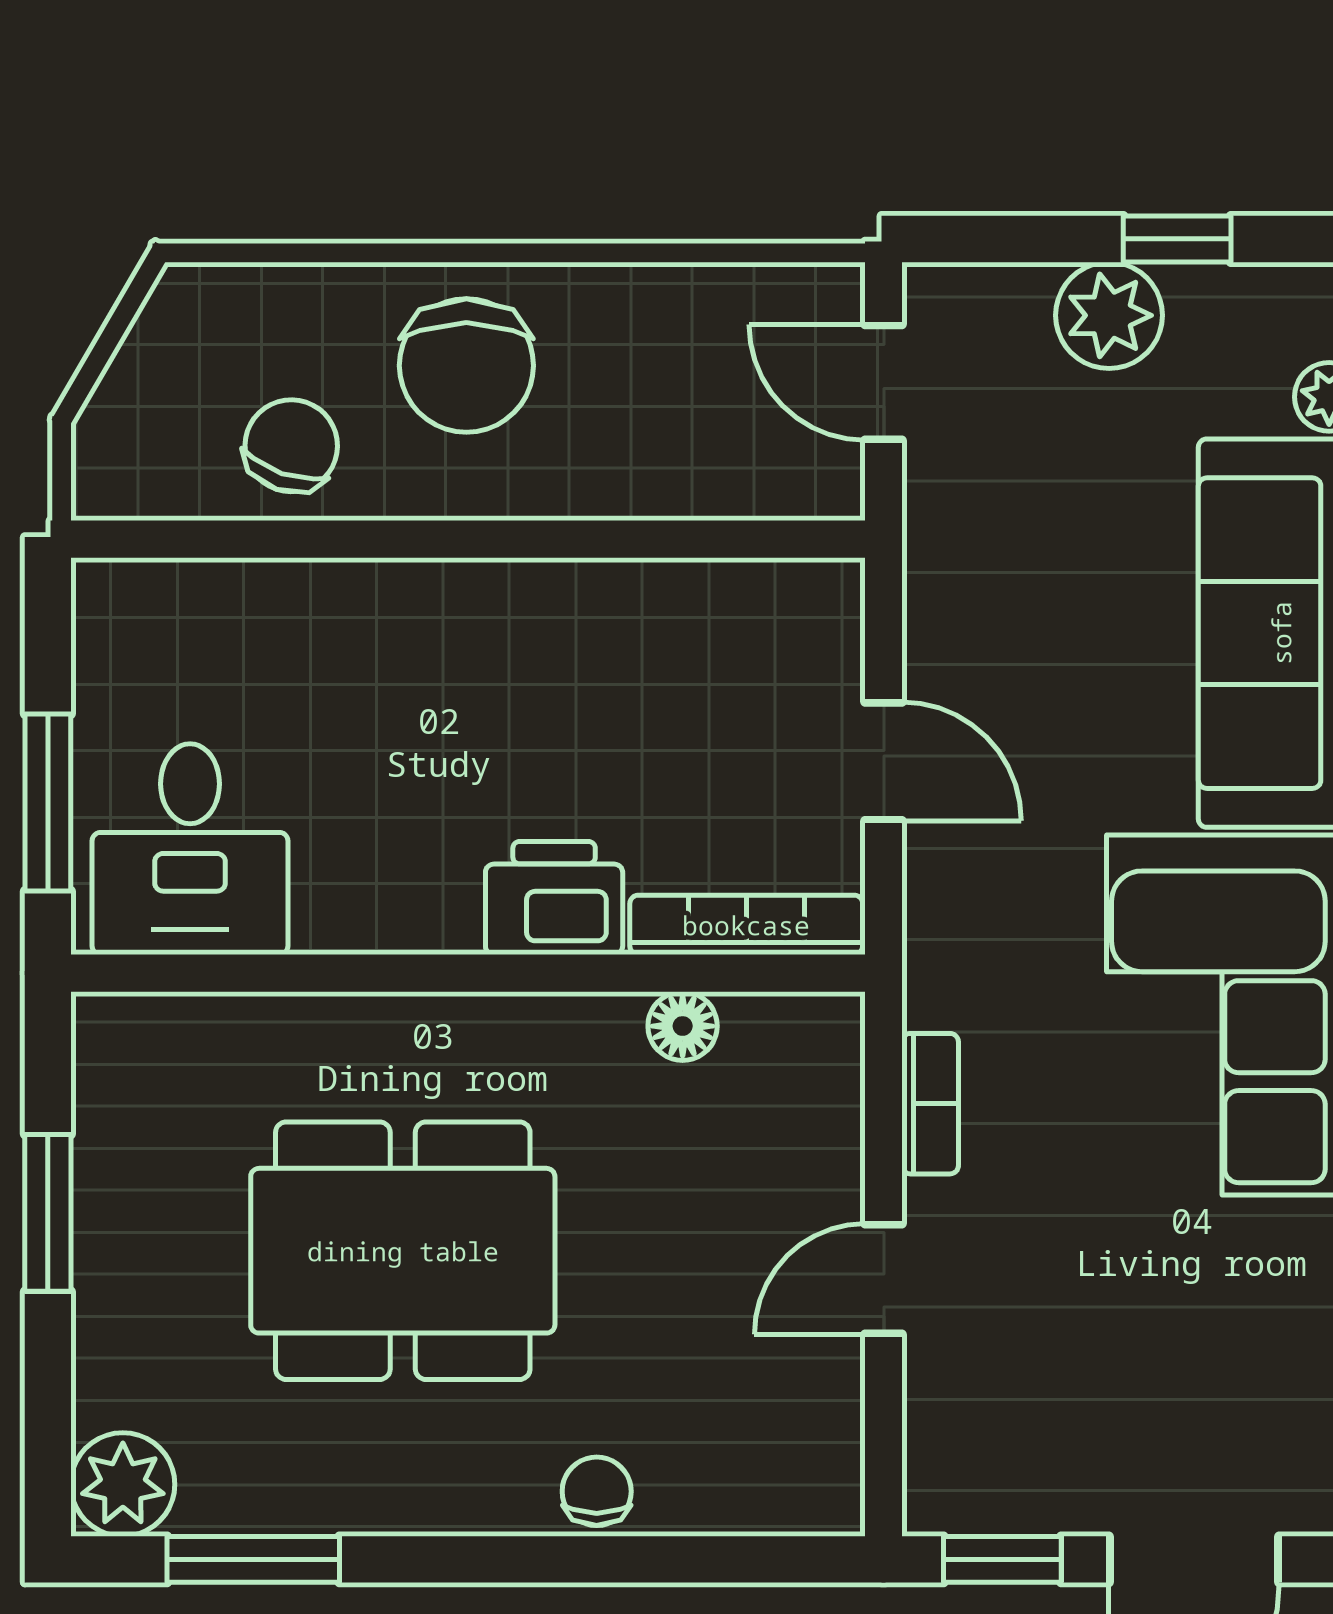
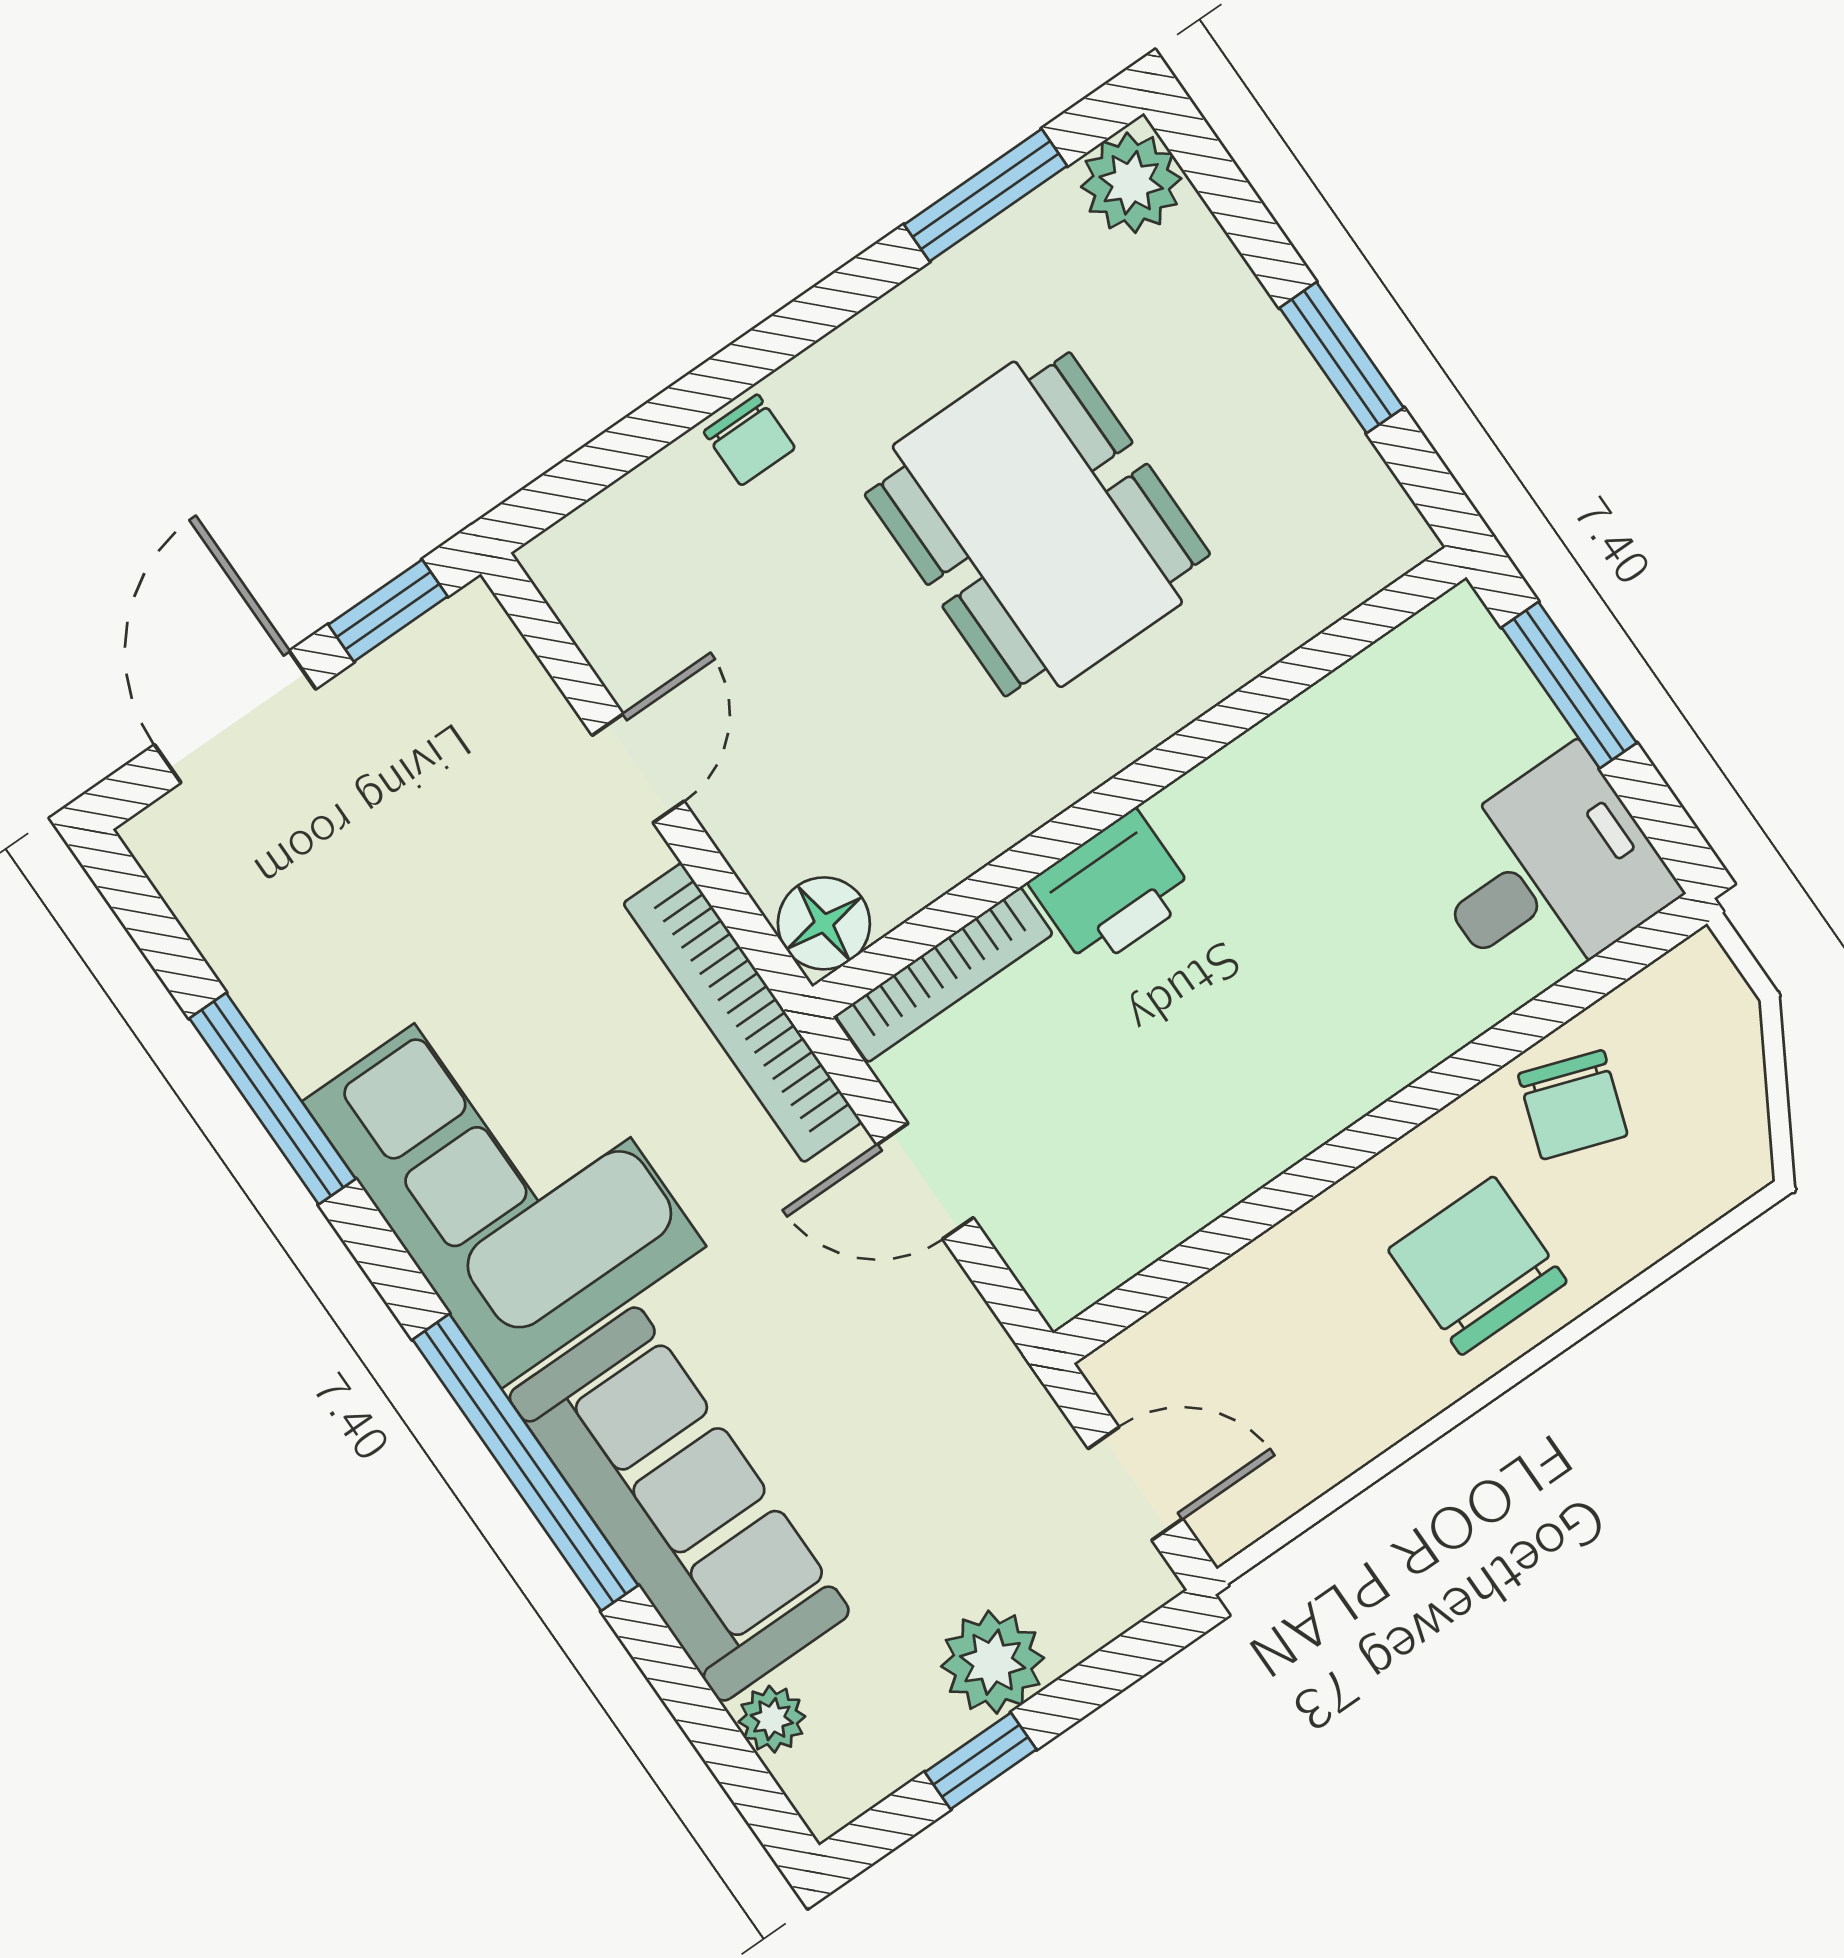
desk: (190, 849) -> (1548, 874), moved, turned 90
floor lamp: (683, 1026) -> (824, 923), moved, width x1.37, depth x1.37
bookcase: (930, 1104) -> (742, 1013), width x2.31, depth x1.31
dining table: (403, 1251) -> (1037, 524), turned 90

